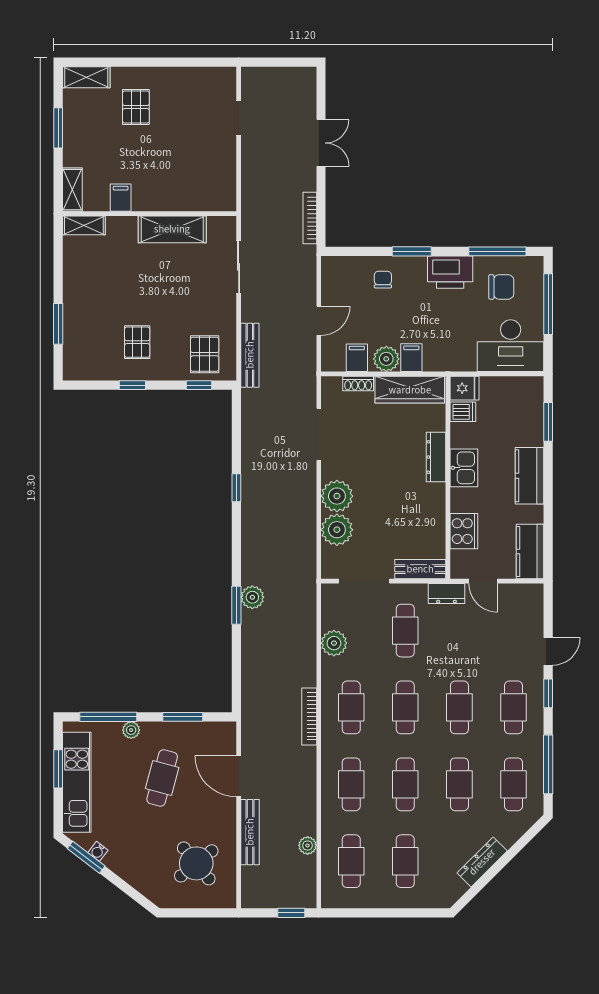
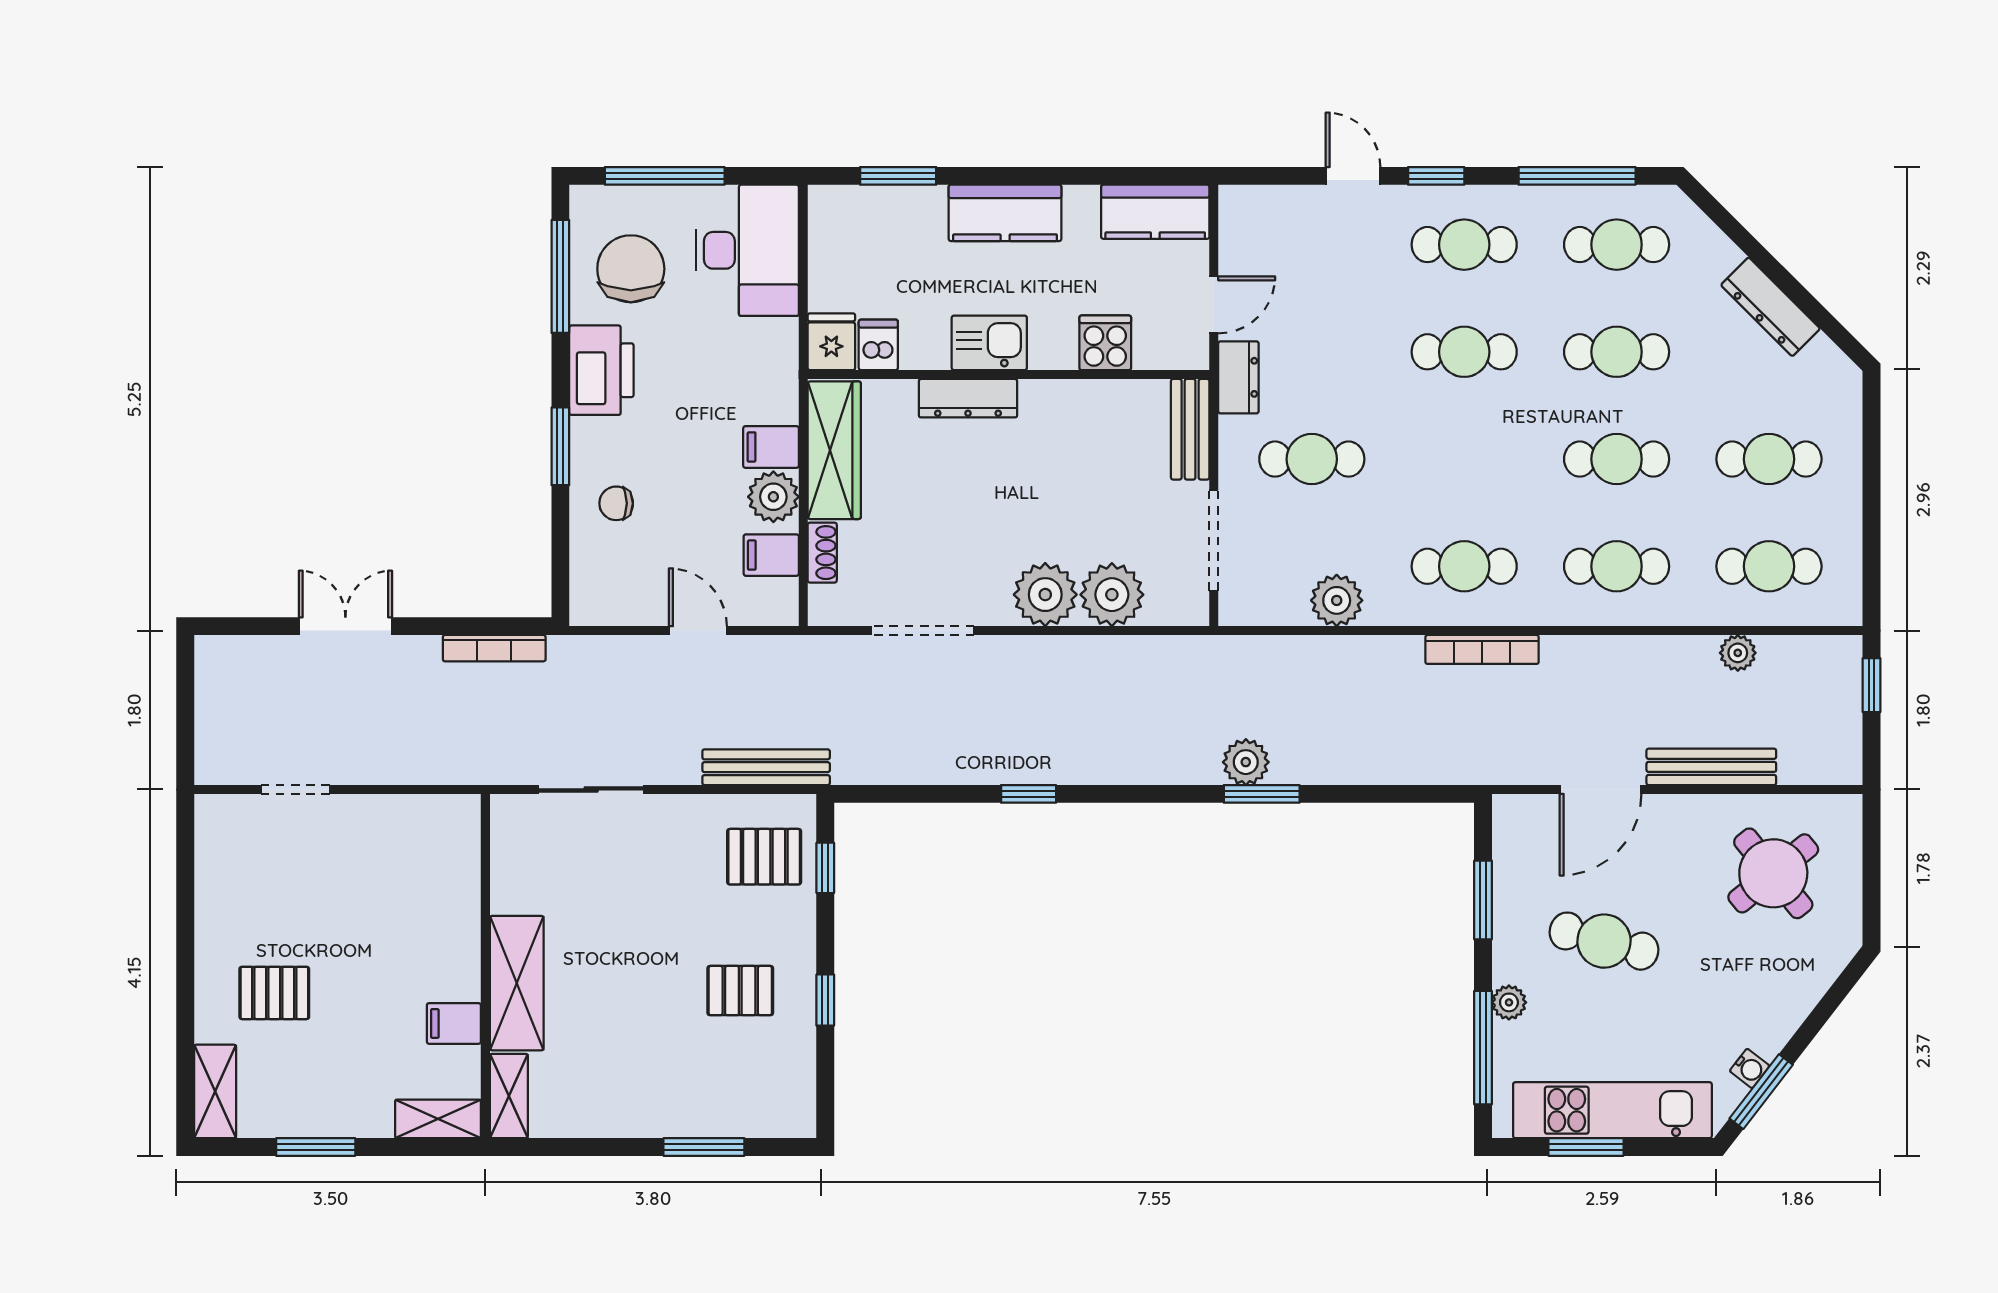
shelving: (172, 229) -> (517, 983), moved
chair: (501, 287) -> (631, 269), width x1.37, depth x1.37
cooker: (464, 531) -> (1105, 343), width x0.73
cafe table: (405, 707) -> (1464, 459), removed

